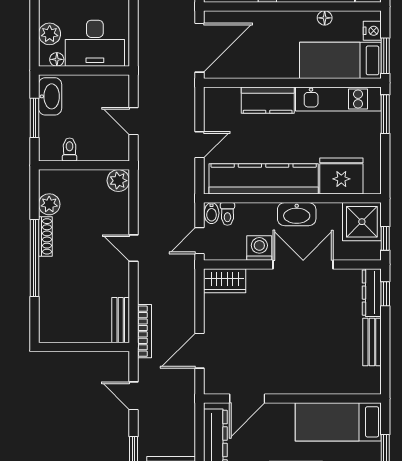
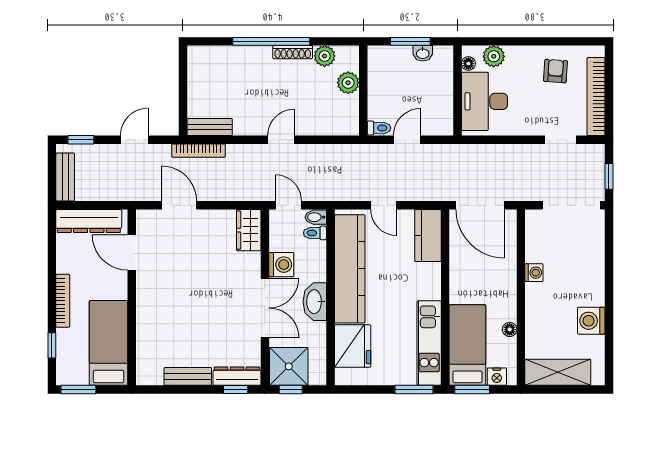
washbasin: (50, 96) -> (423, 53), width x0.52, depth x0.69
kitchen counter: (268, 100) -> (428, 236), moved
toilet: (70, 150) -> (379, 128), moved
plant: (118, 181) -> (348, 83), moved
shower: (362, 222) -> (289, 366), moved

